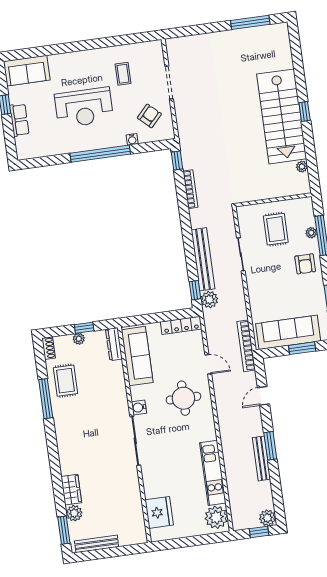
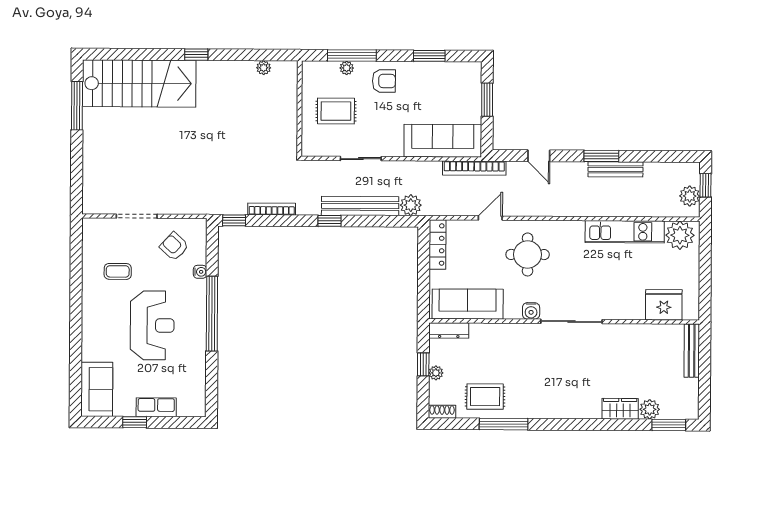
stairs: (282, 116) -> (139, 83), moved
window: (195, 290) -> (330, 221), moved
sofa: (288, 332) -> (443, 141), moved, turned 90
plant: (267, 518) -> (690, 196), moved
bench: (97, 544) -> (692, 351), moved

